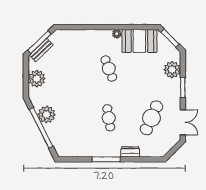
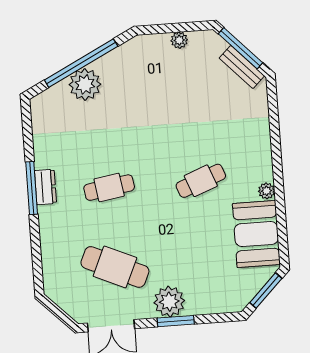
bench: (41, 50) -> (242, 67), moved
plant: (172, 70) -> (169, 302), moved
plant: (37, 79) -> (179, 40), width x0.53, depth x0.53
plant: (47, 115) -> (85, 84), moved
dresser: (130, 152) -> (45, 187), moved

